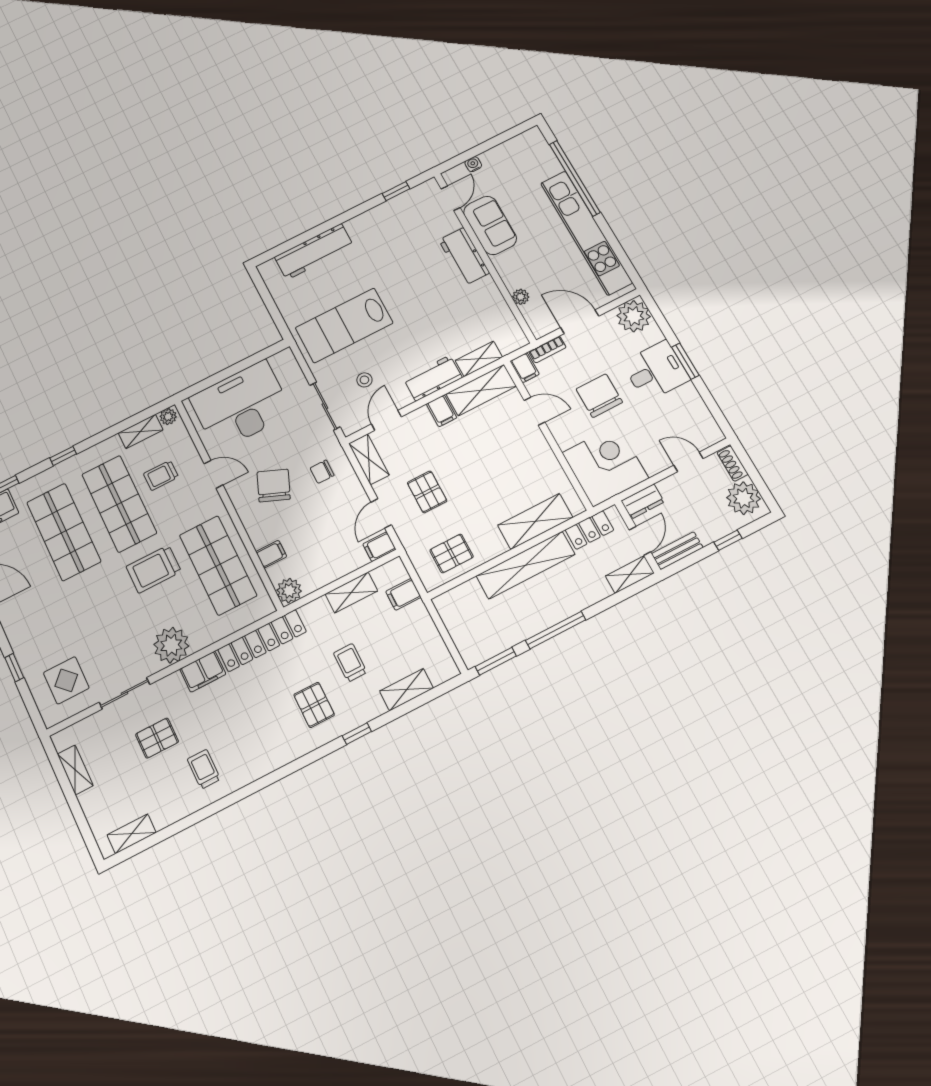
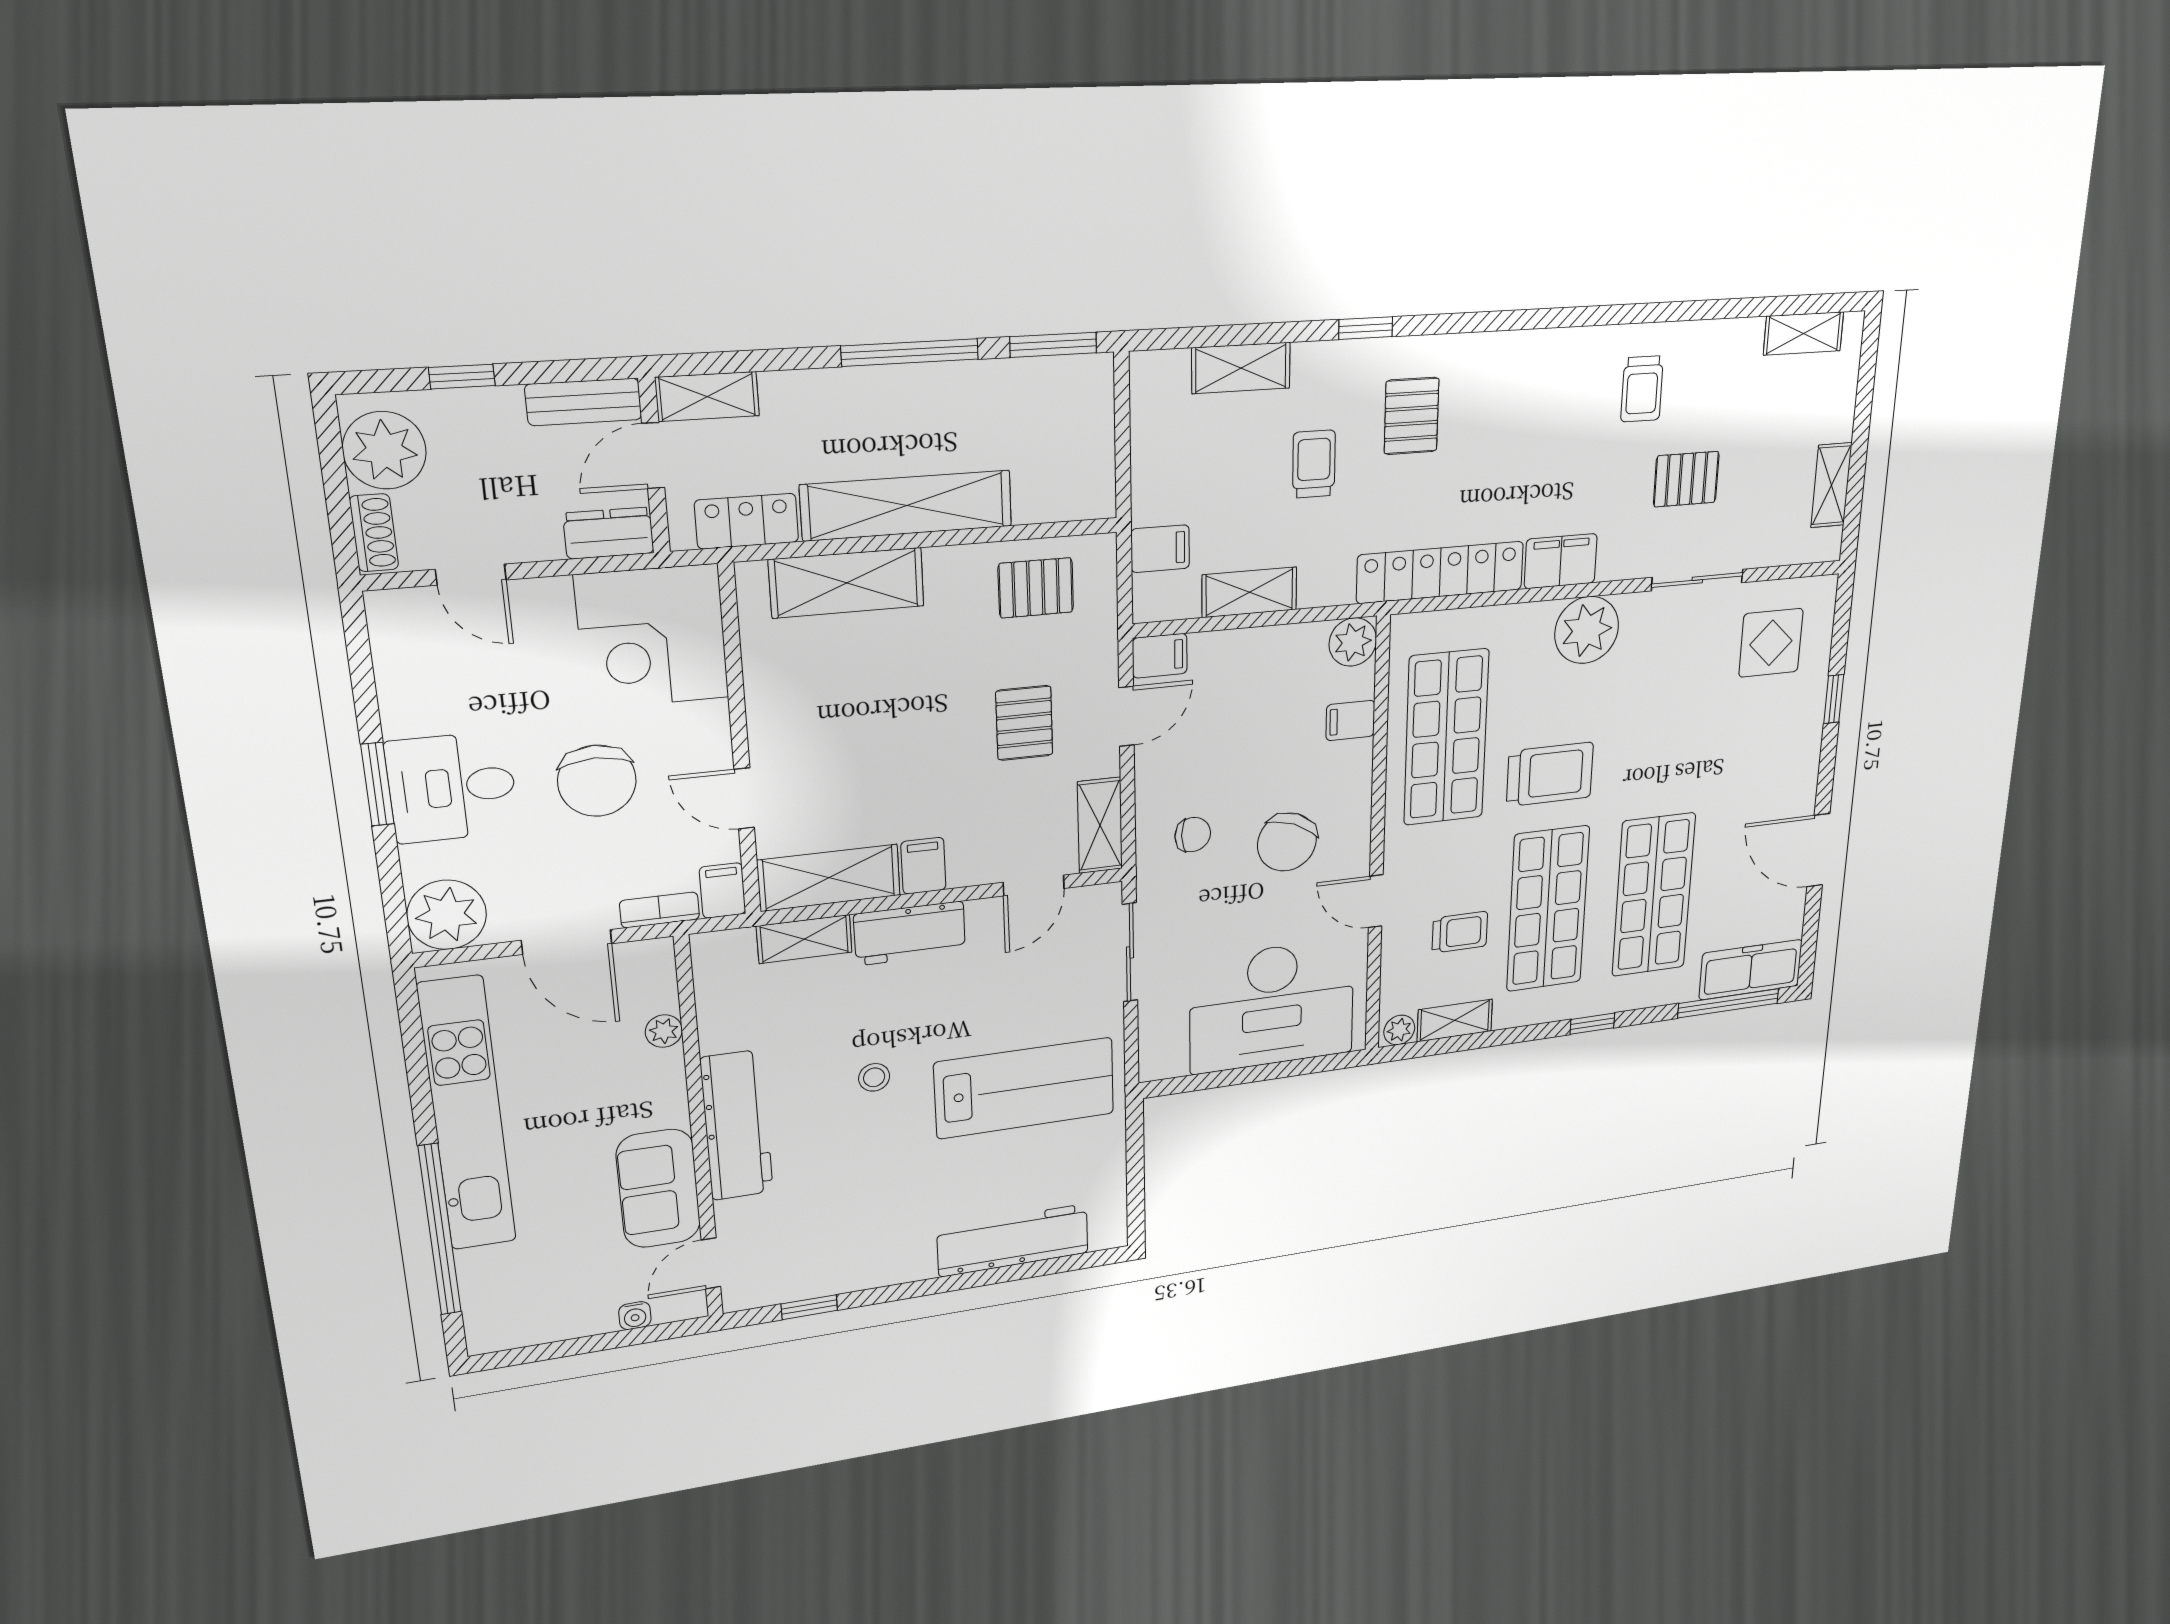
workbench: (464, 256) -> (737, 1125), width x1.37
stool: (364, 380) -> (874, 1077), moved
trolley: (350, 663) -> (1314, 464), turned 180

